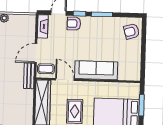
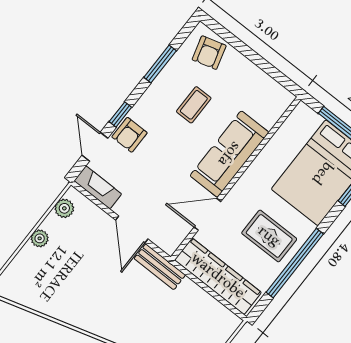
window: (102, 14) -> (160, 64), moved
plant: (24, 19) -> (64, 208), added
coffee table: (46, 69) -> (194, 105), moved

